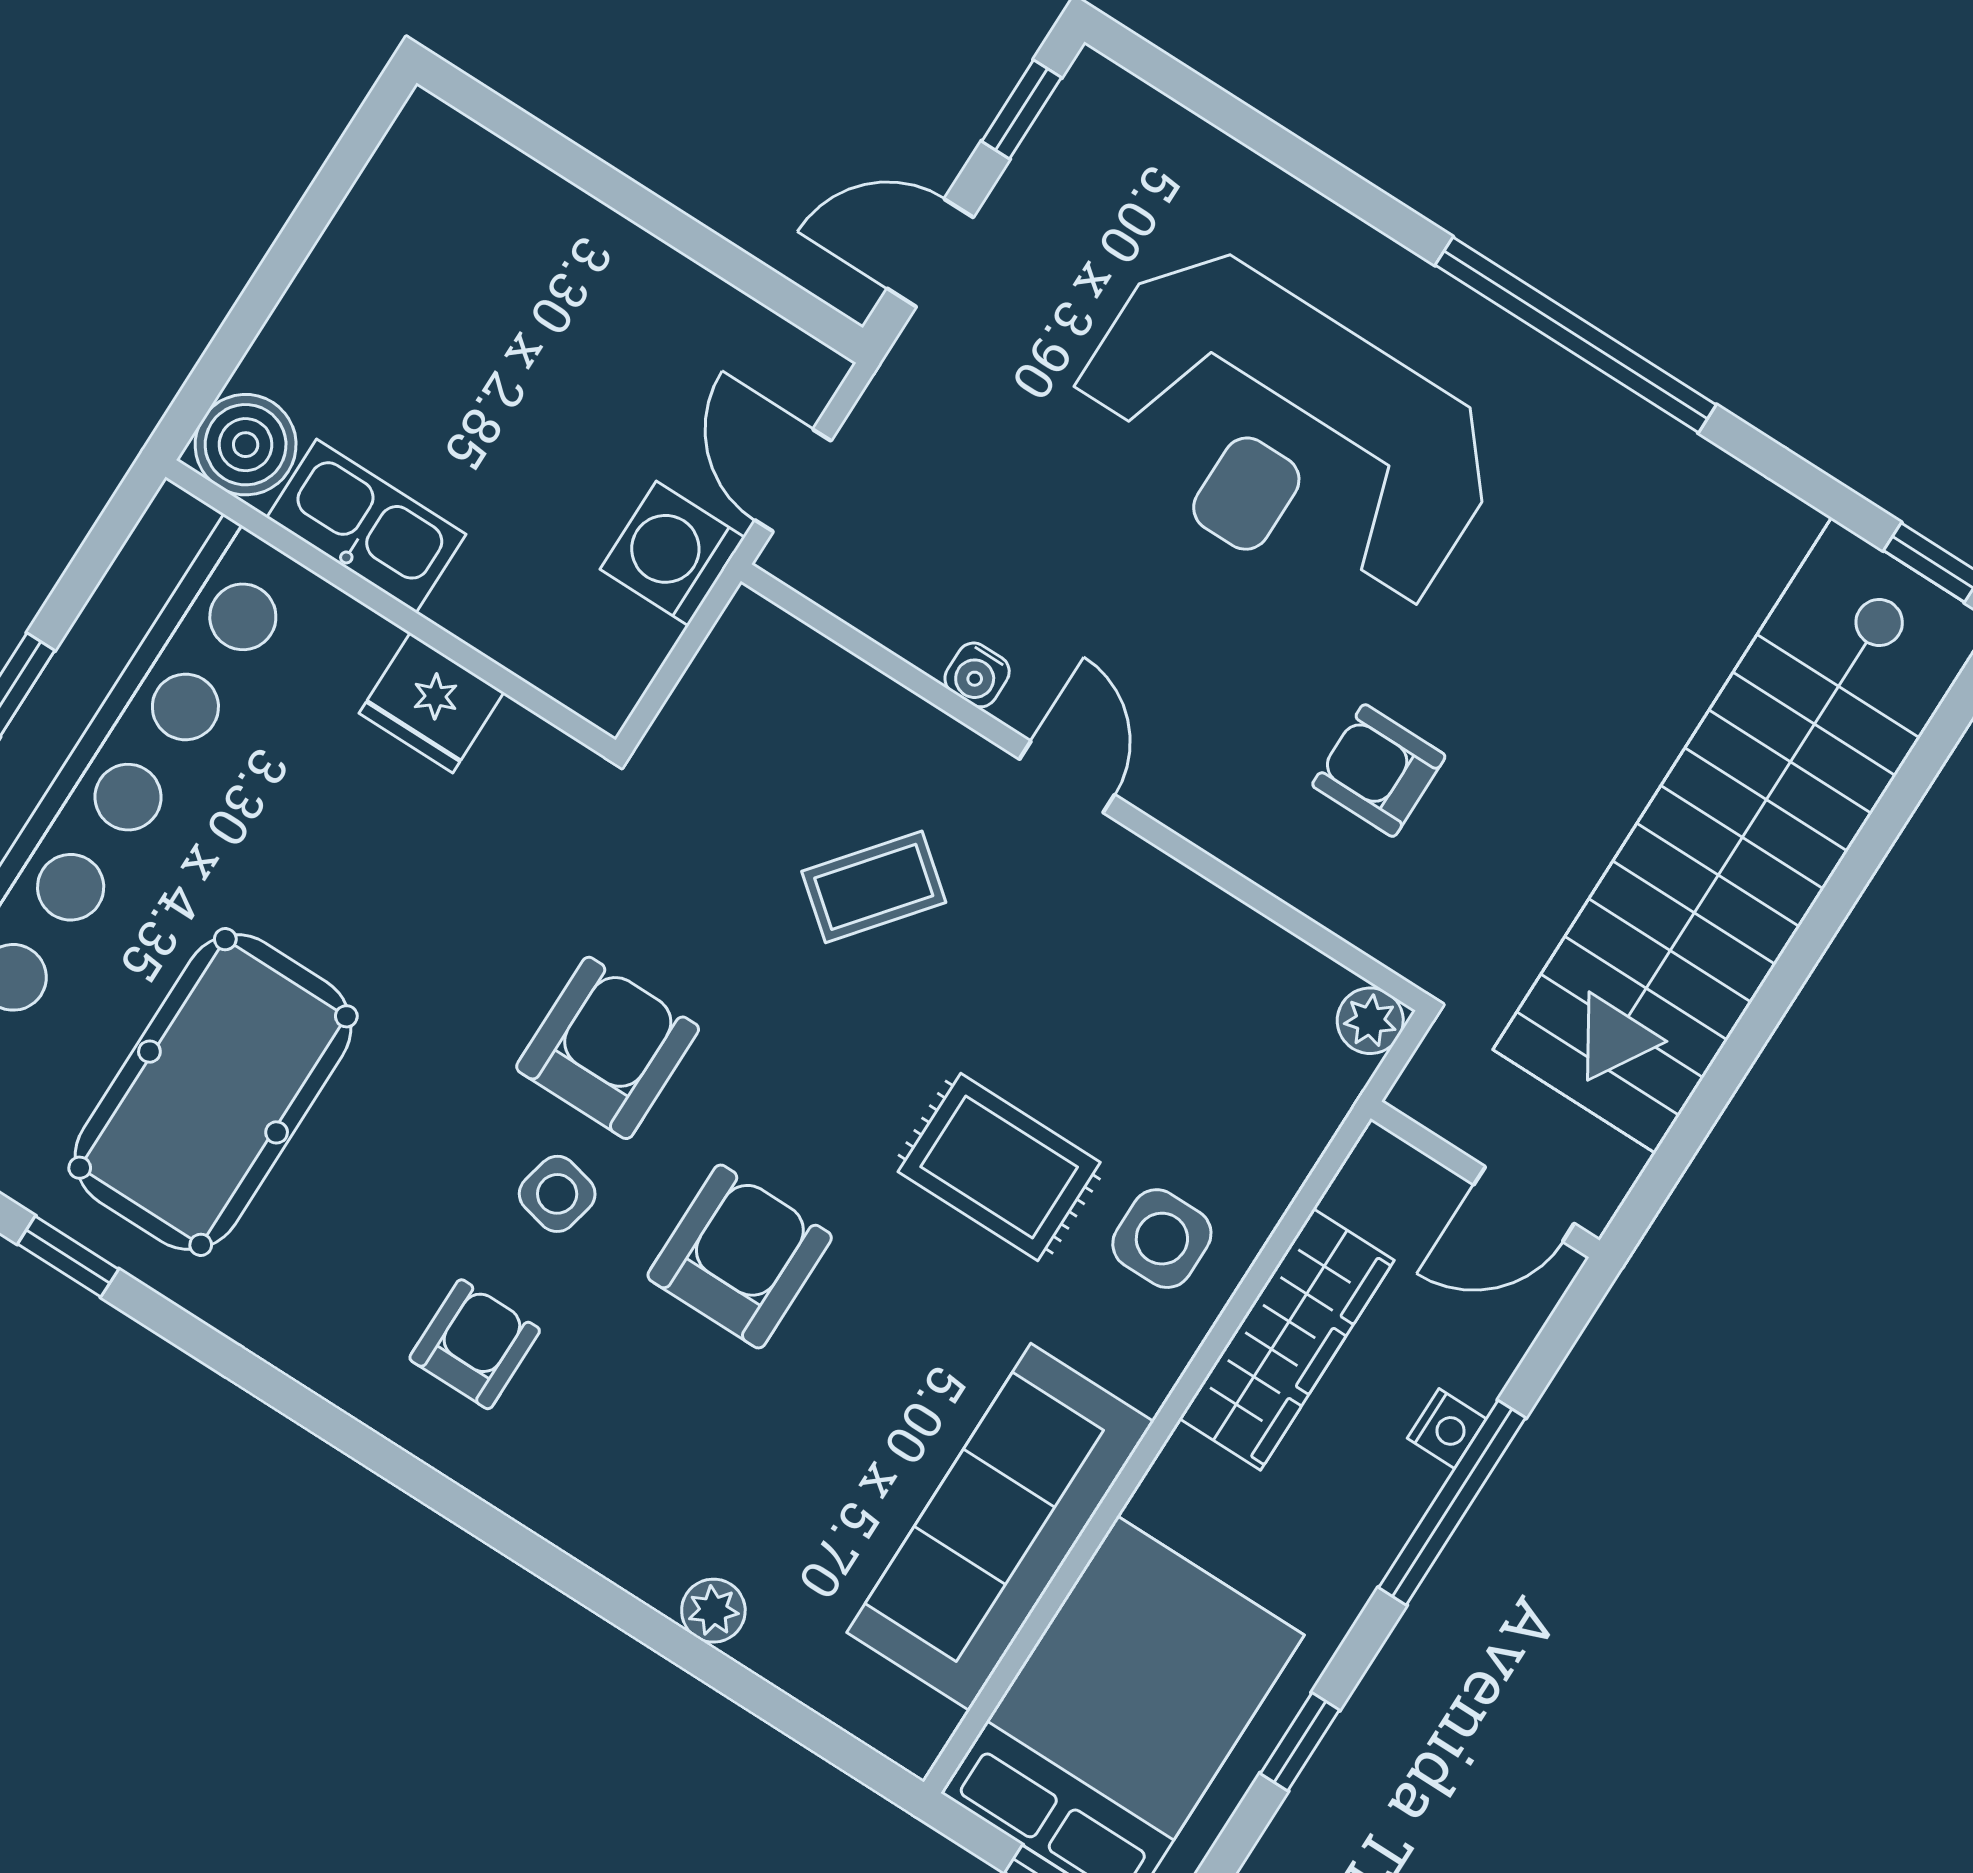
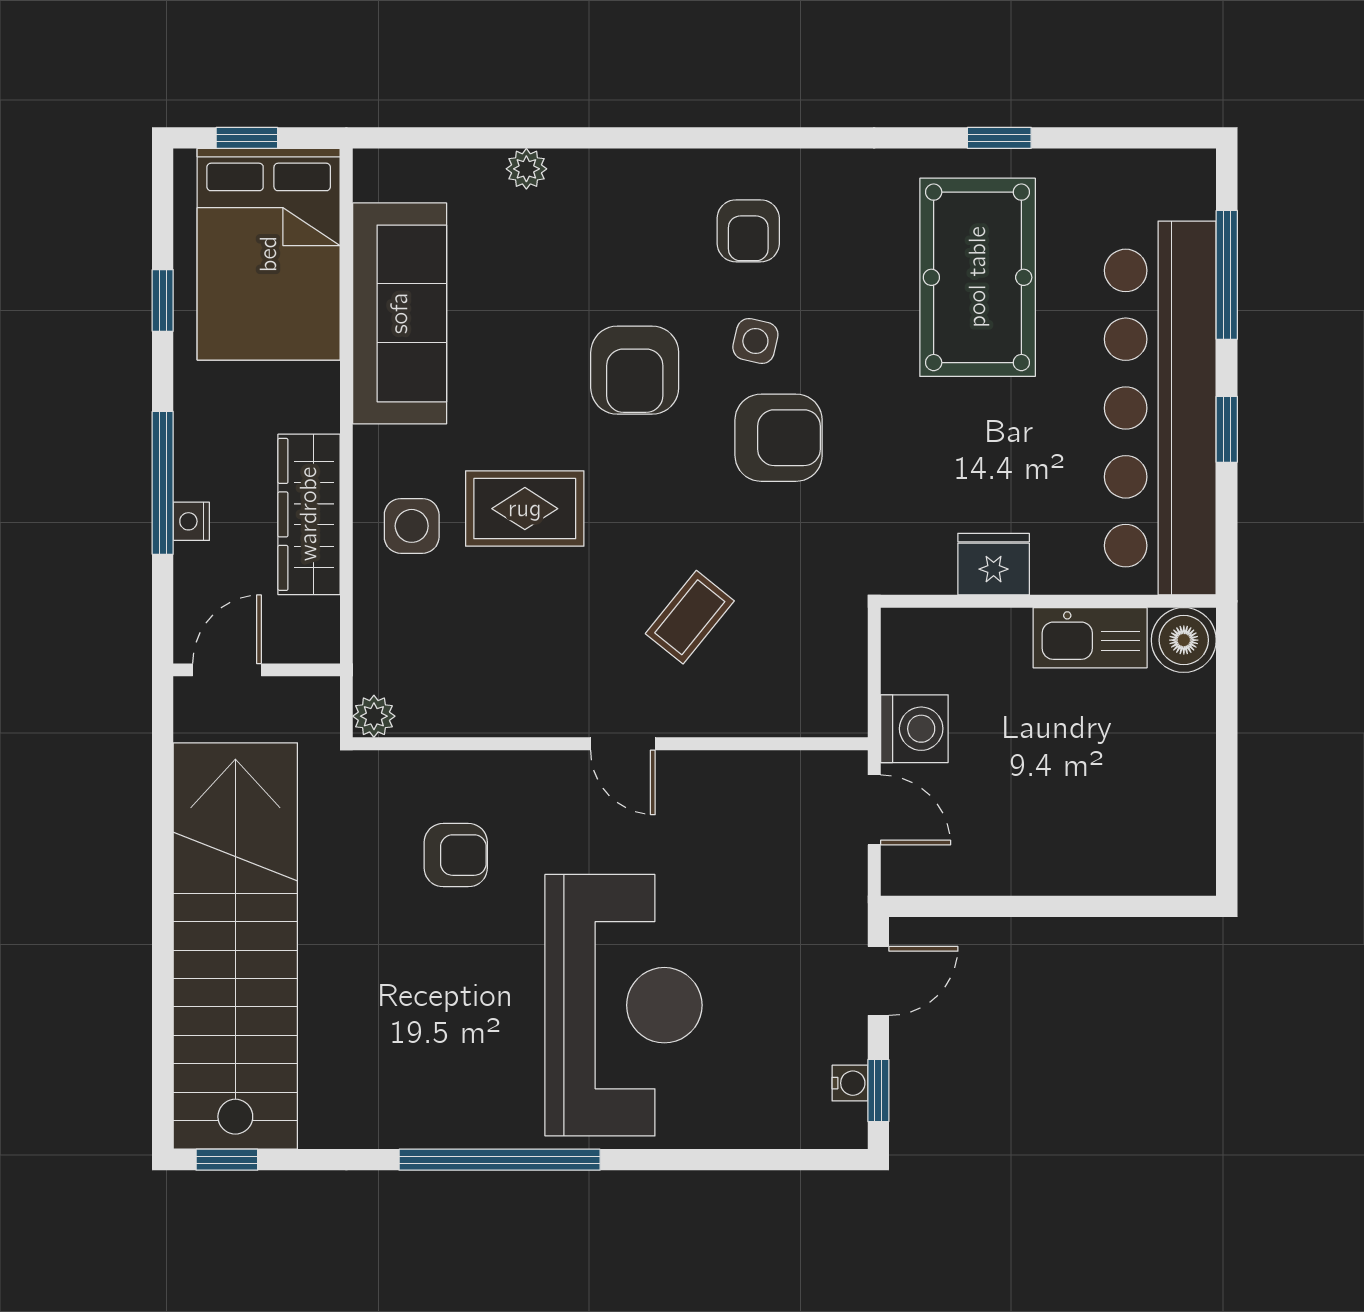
reception desk: (1284, 434) -> (623, 1005), turned 90
water cooler: (977, 675) -> (850, 1083), moved, turned 90
armchair: (608, 1048) -> (779, 438), turned -90

